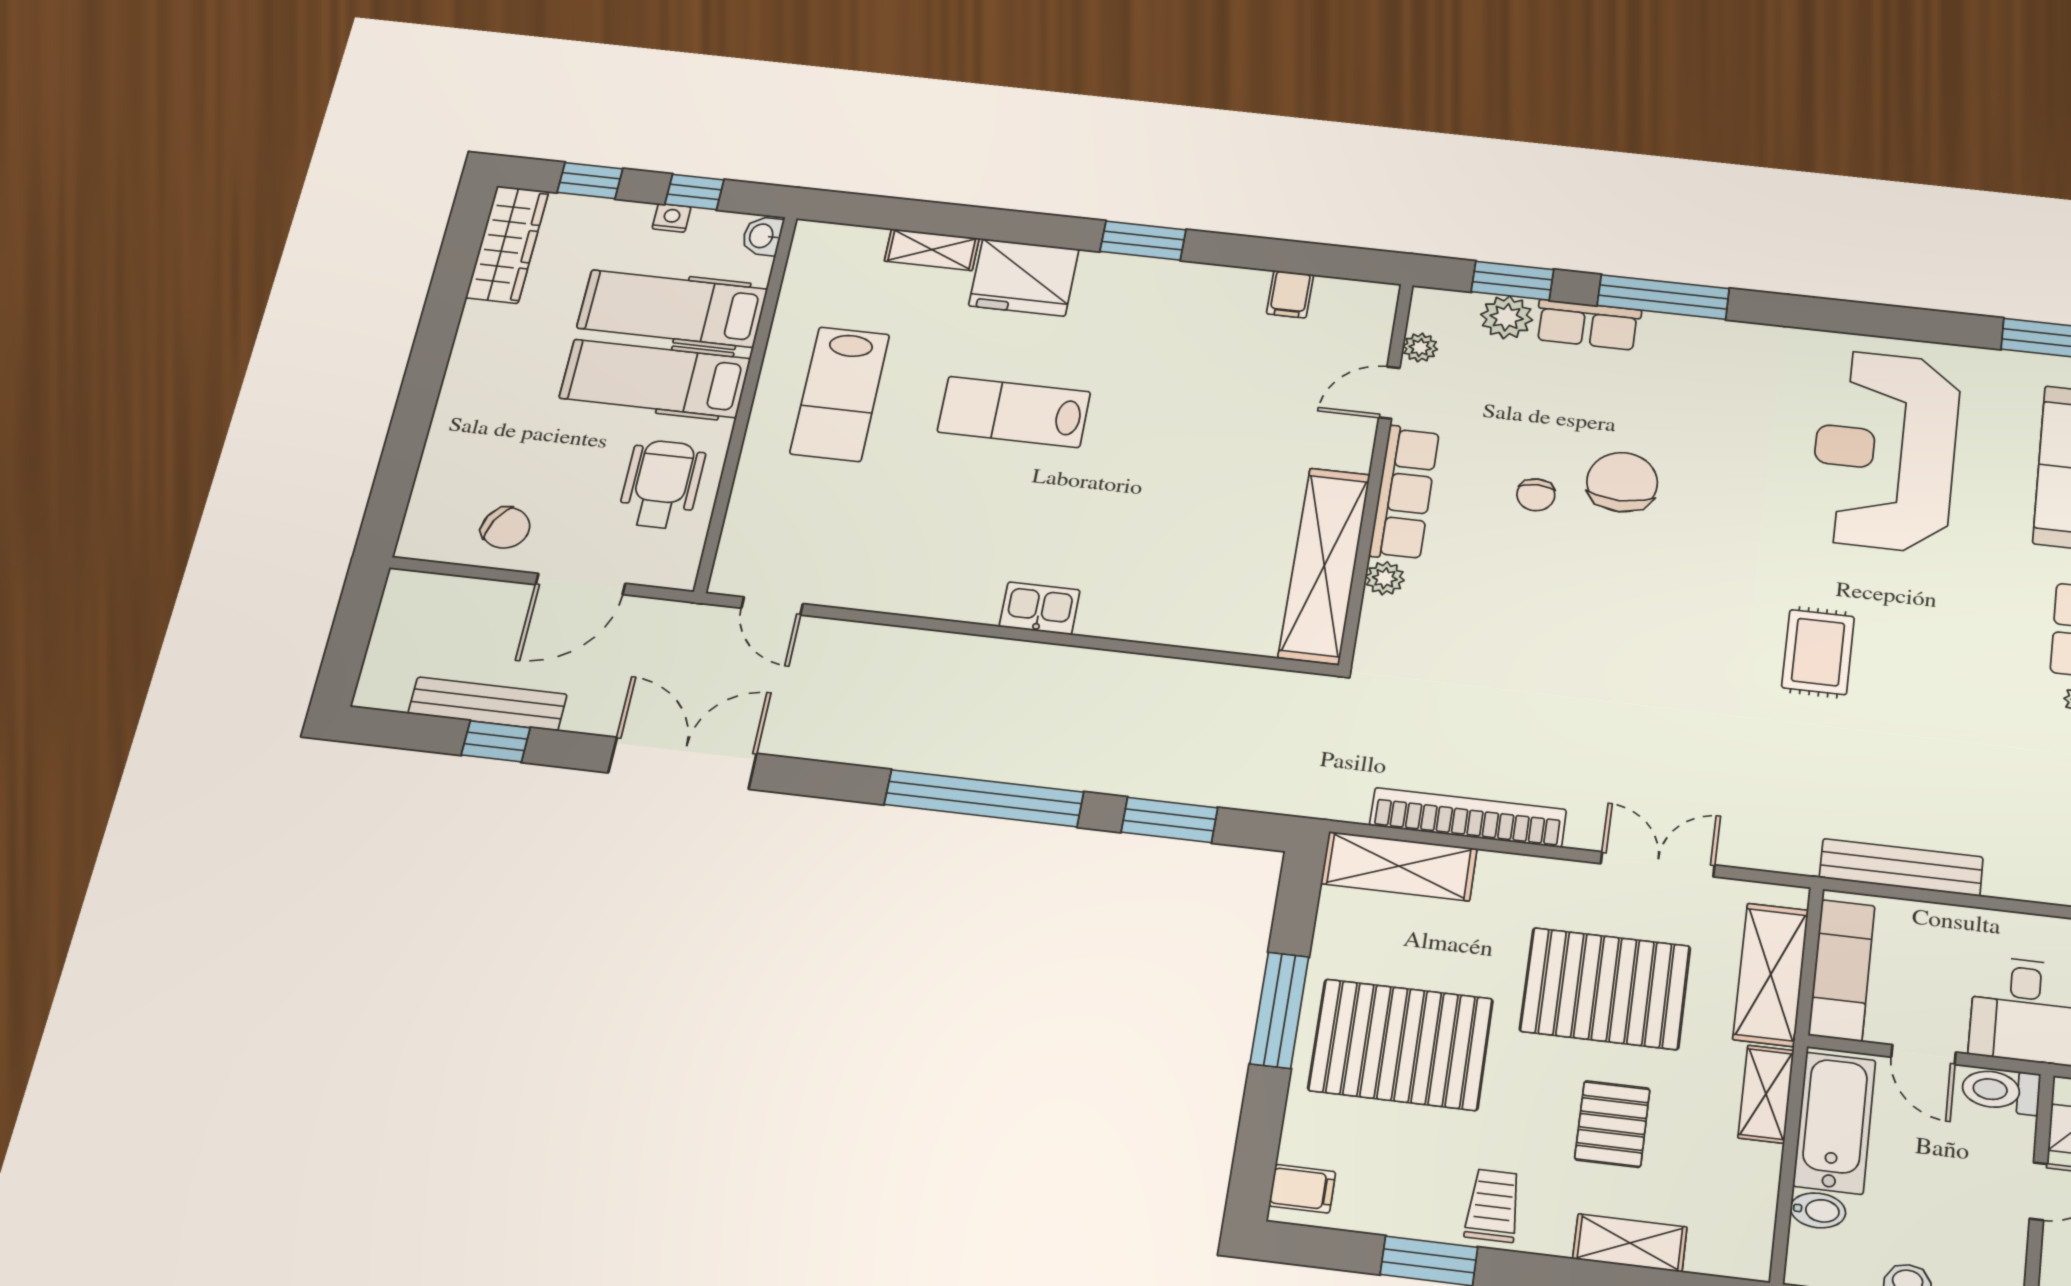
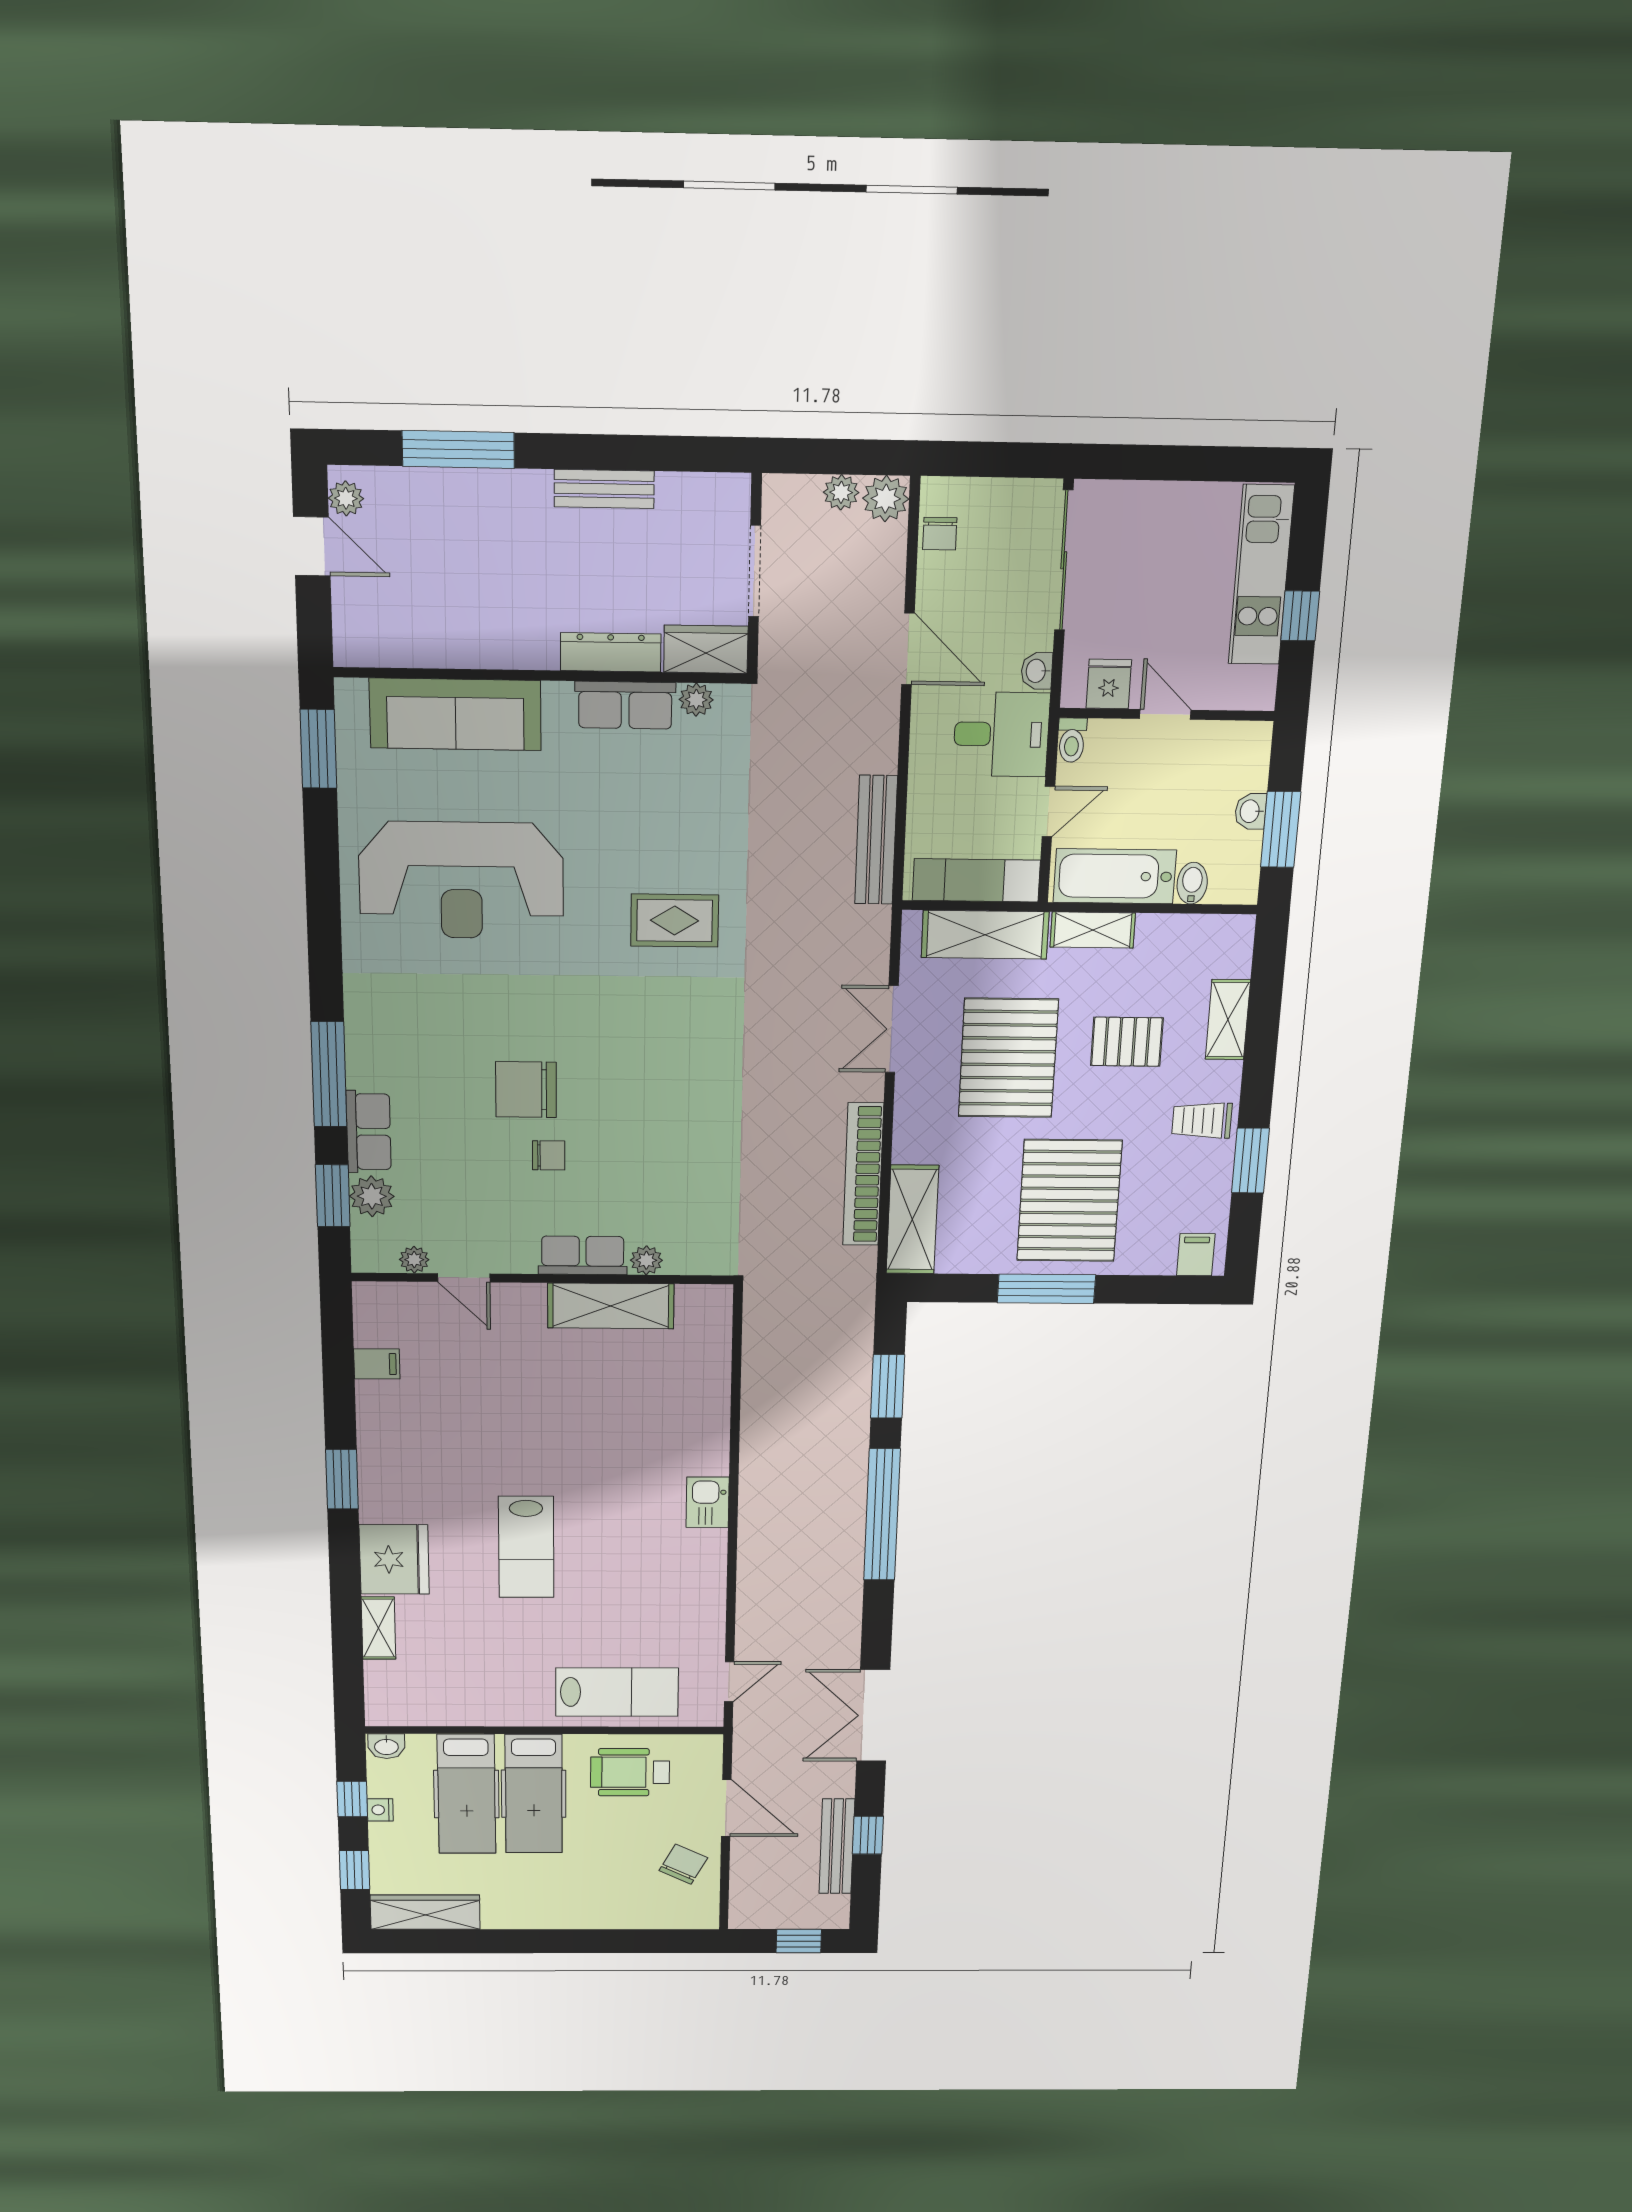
lab bench: (840, 394) -> (617, 1692), moved
row of seats: (1404, 493) -> (583, 1255), width x0.68
shelving: (1324, 565) -> (611, 1306), width x0.68
window: (347, 646) -> (799, 1941), added
toilet: (2001, 1090) -> (1072, 740), width x0.73, depth x0.72

